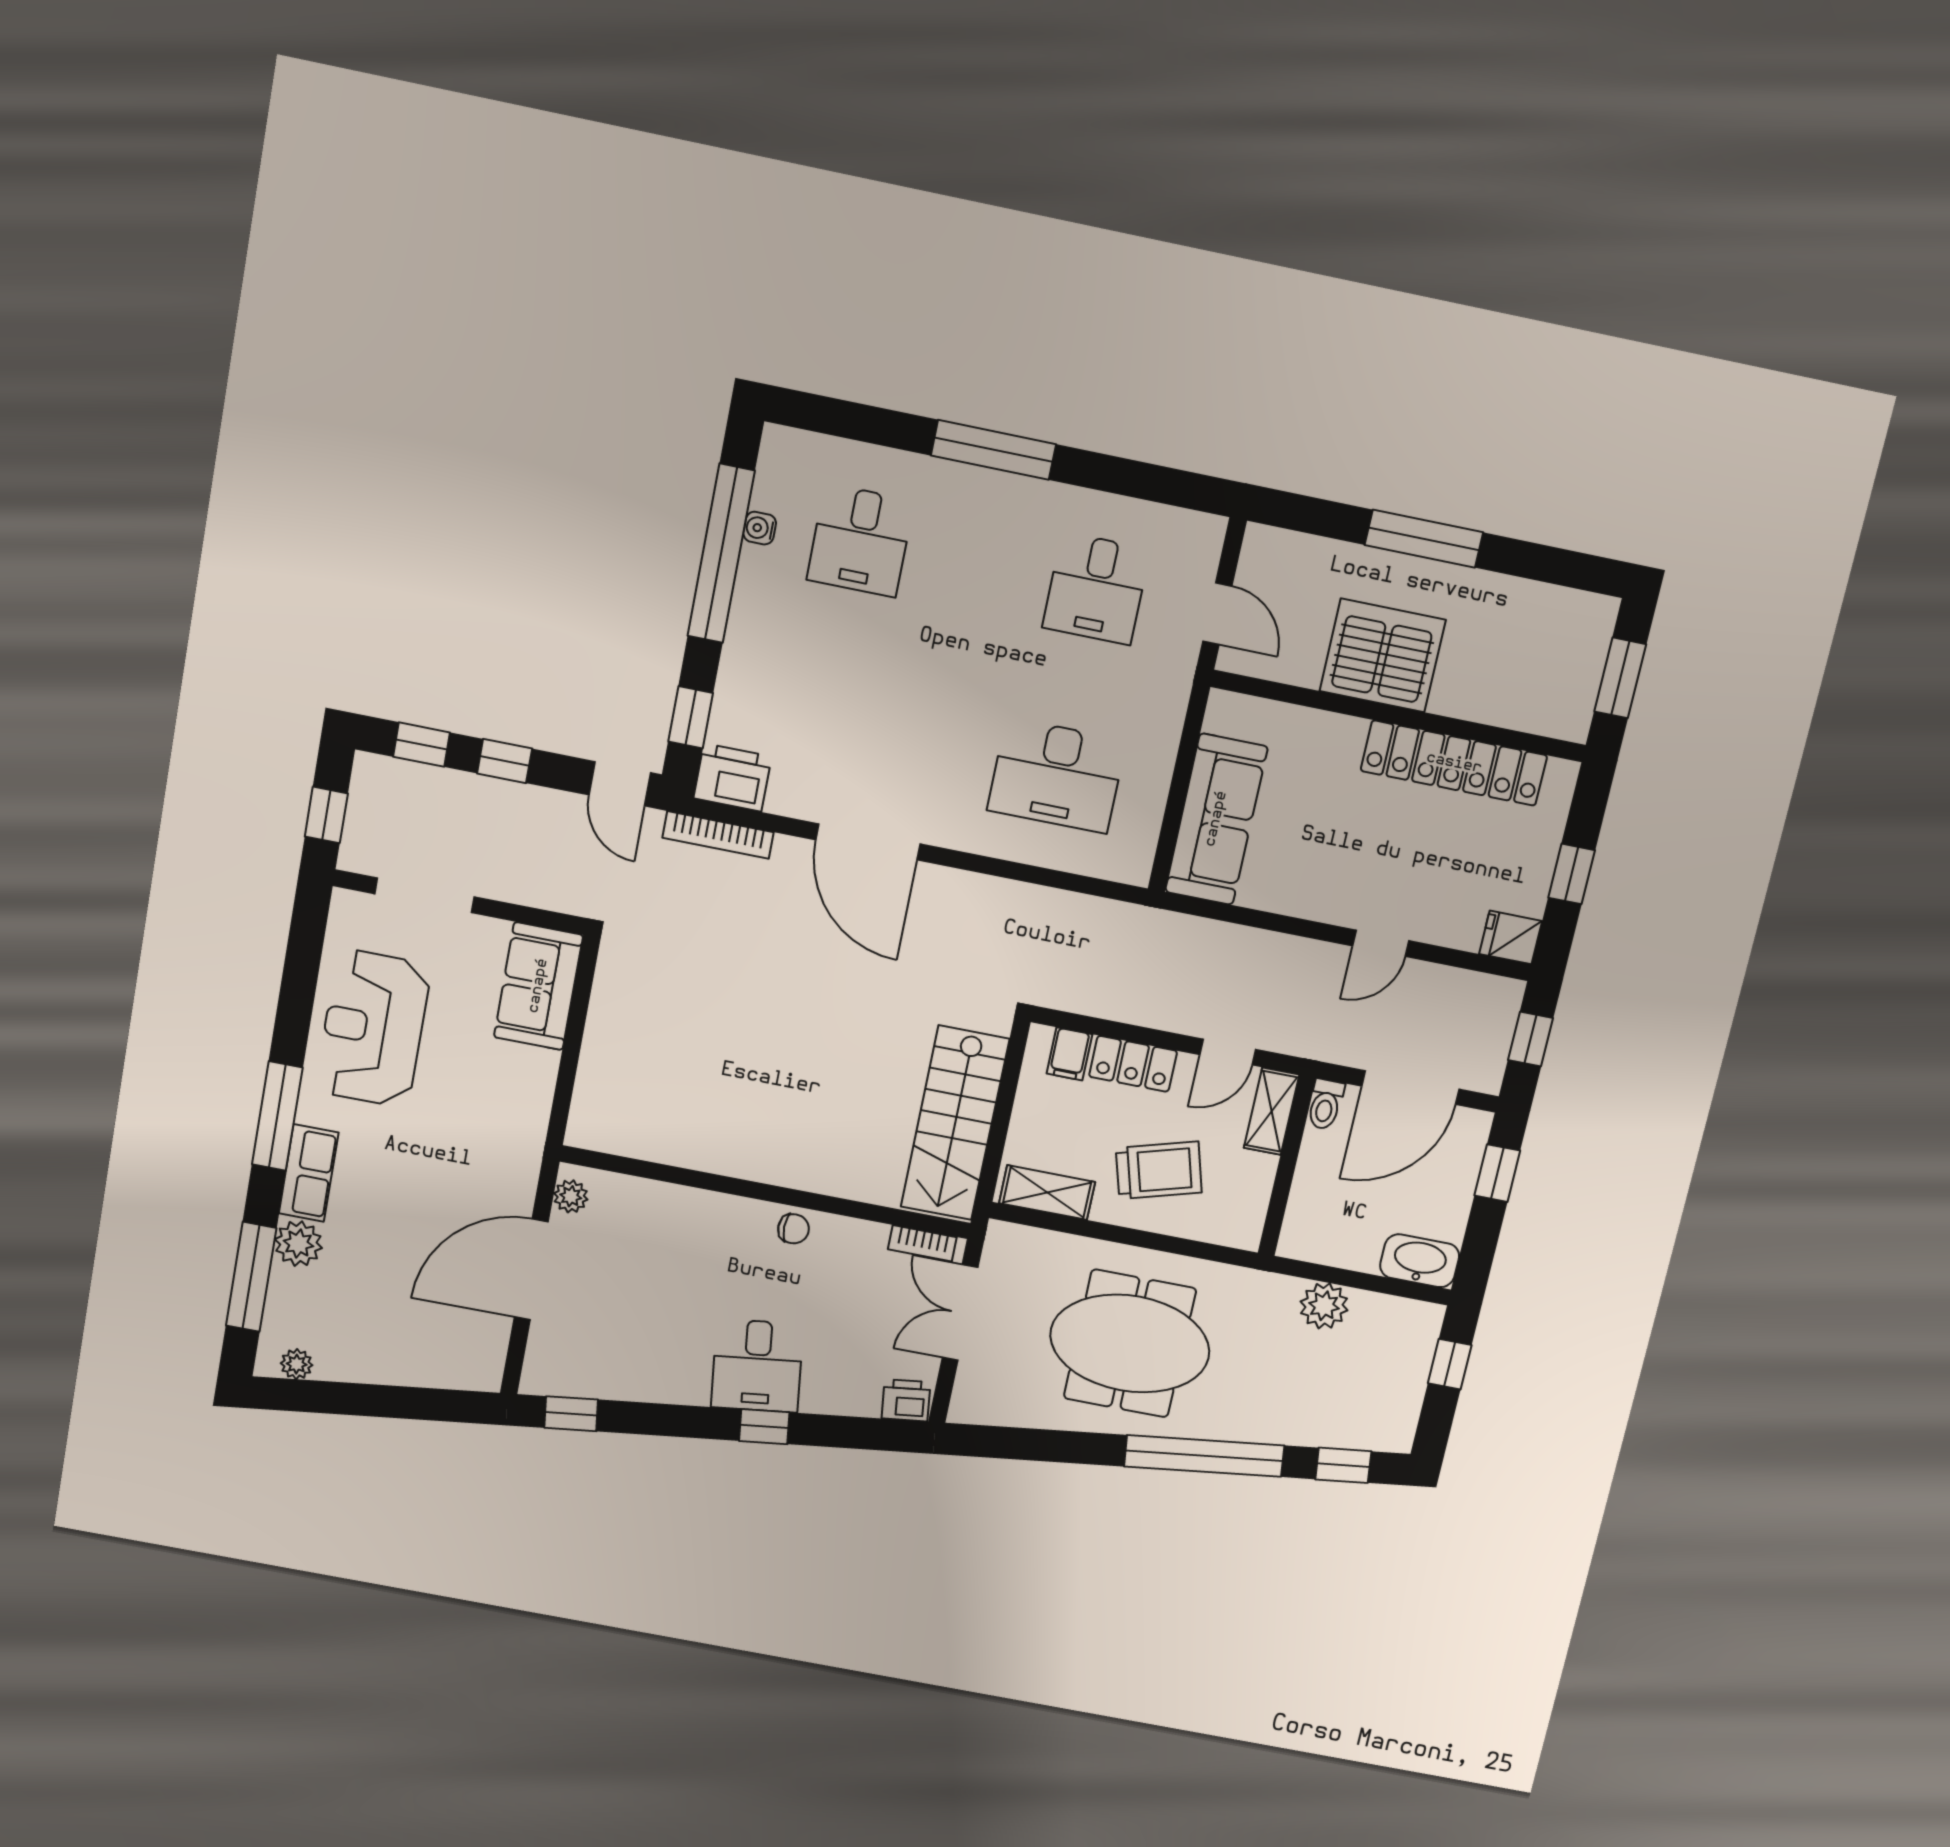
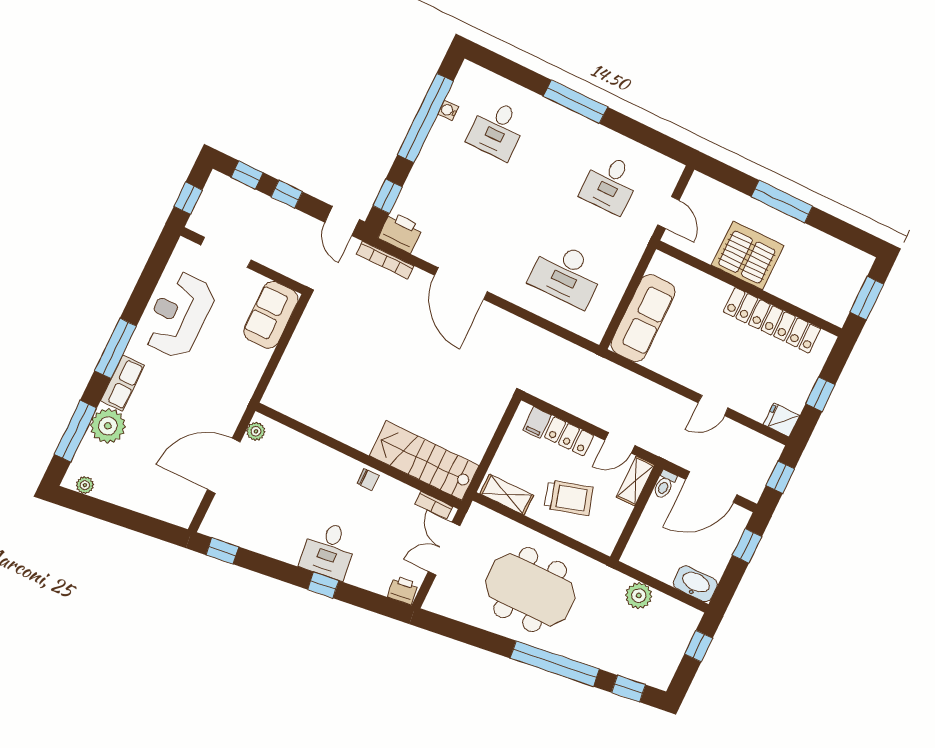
stairs: (955, 1123) -> (424, 461), moved, turned 90
plant: (298, 1244) -> (108, 426), width x1.36, depth x1.36

